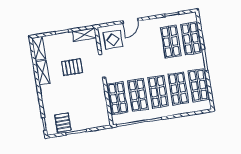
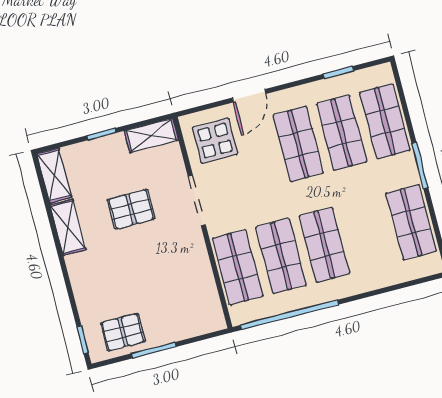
shop shelf: (178, 88) -> (298, 144), moved
pallet: (63, 123) -> (123, 332), turned 90

